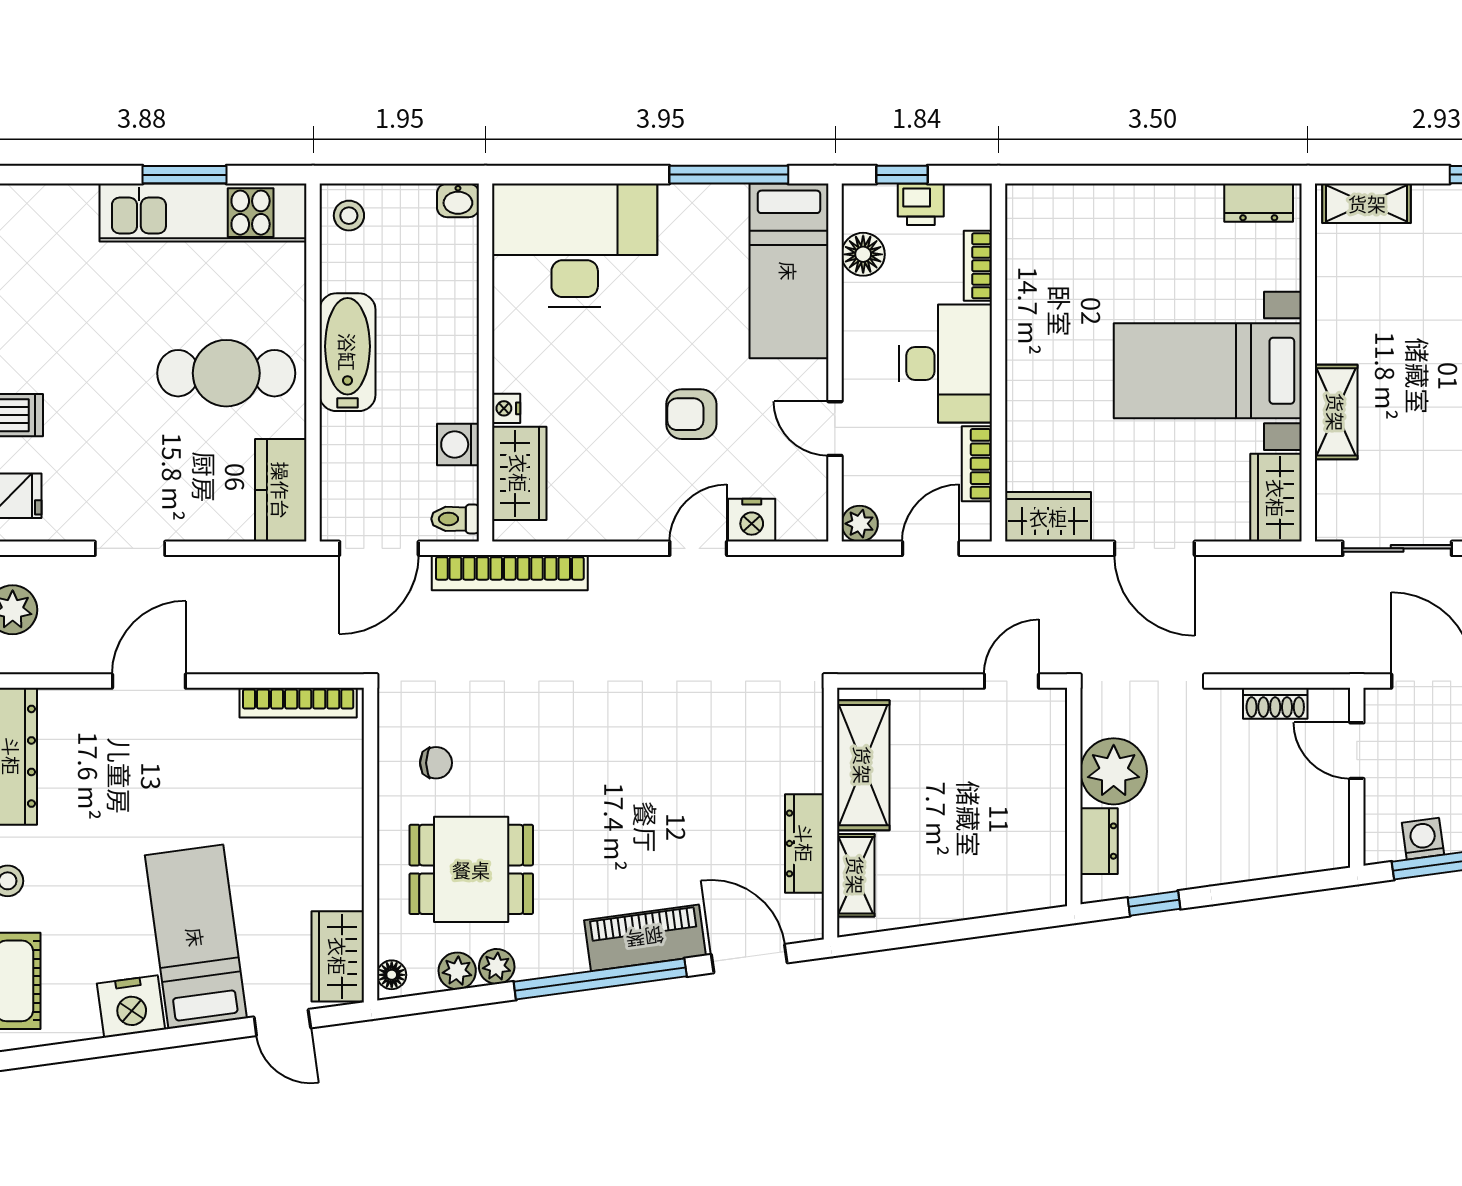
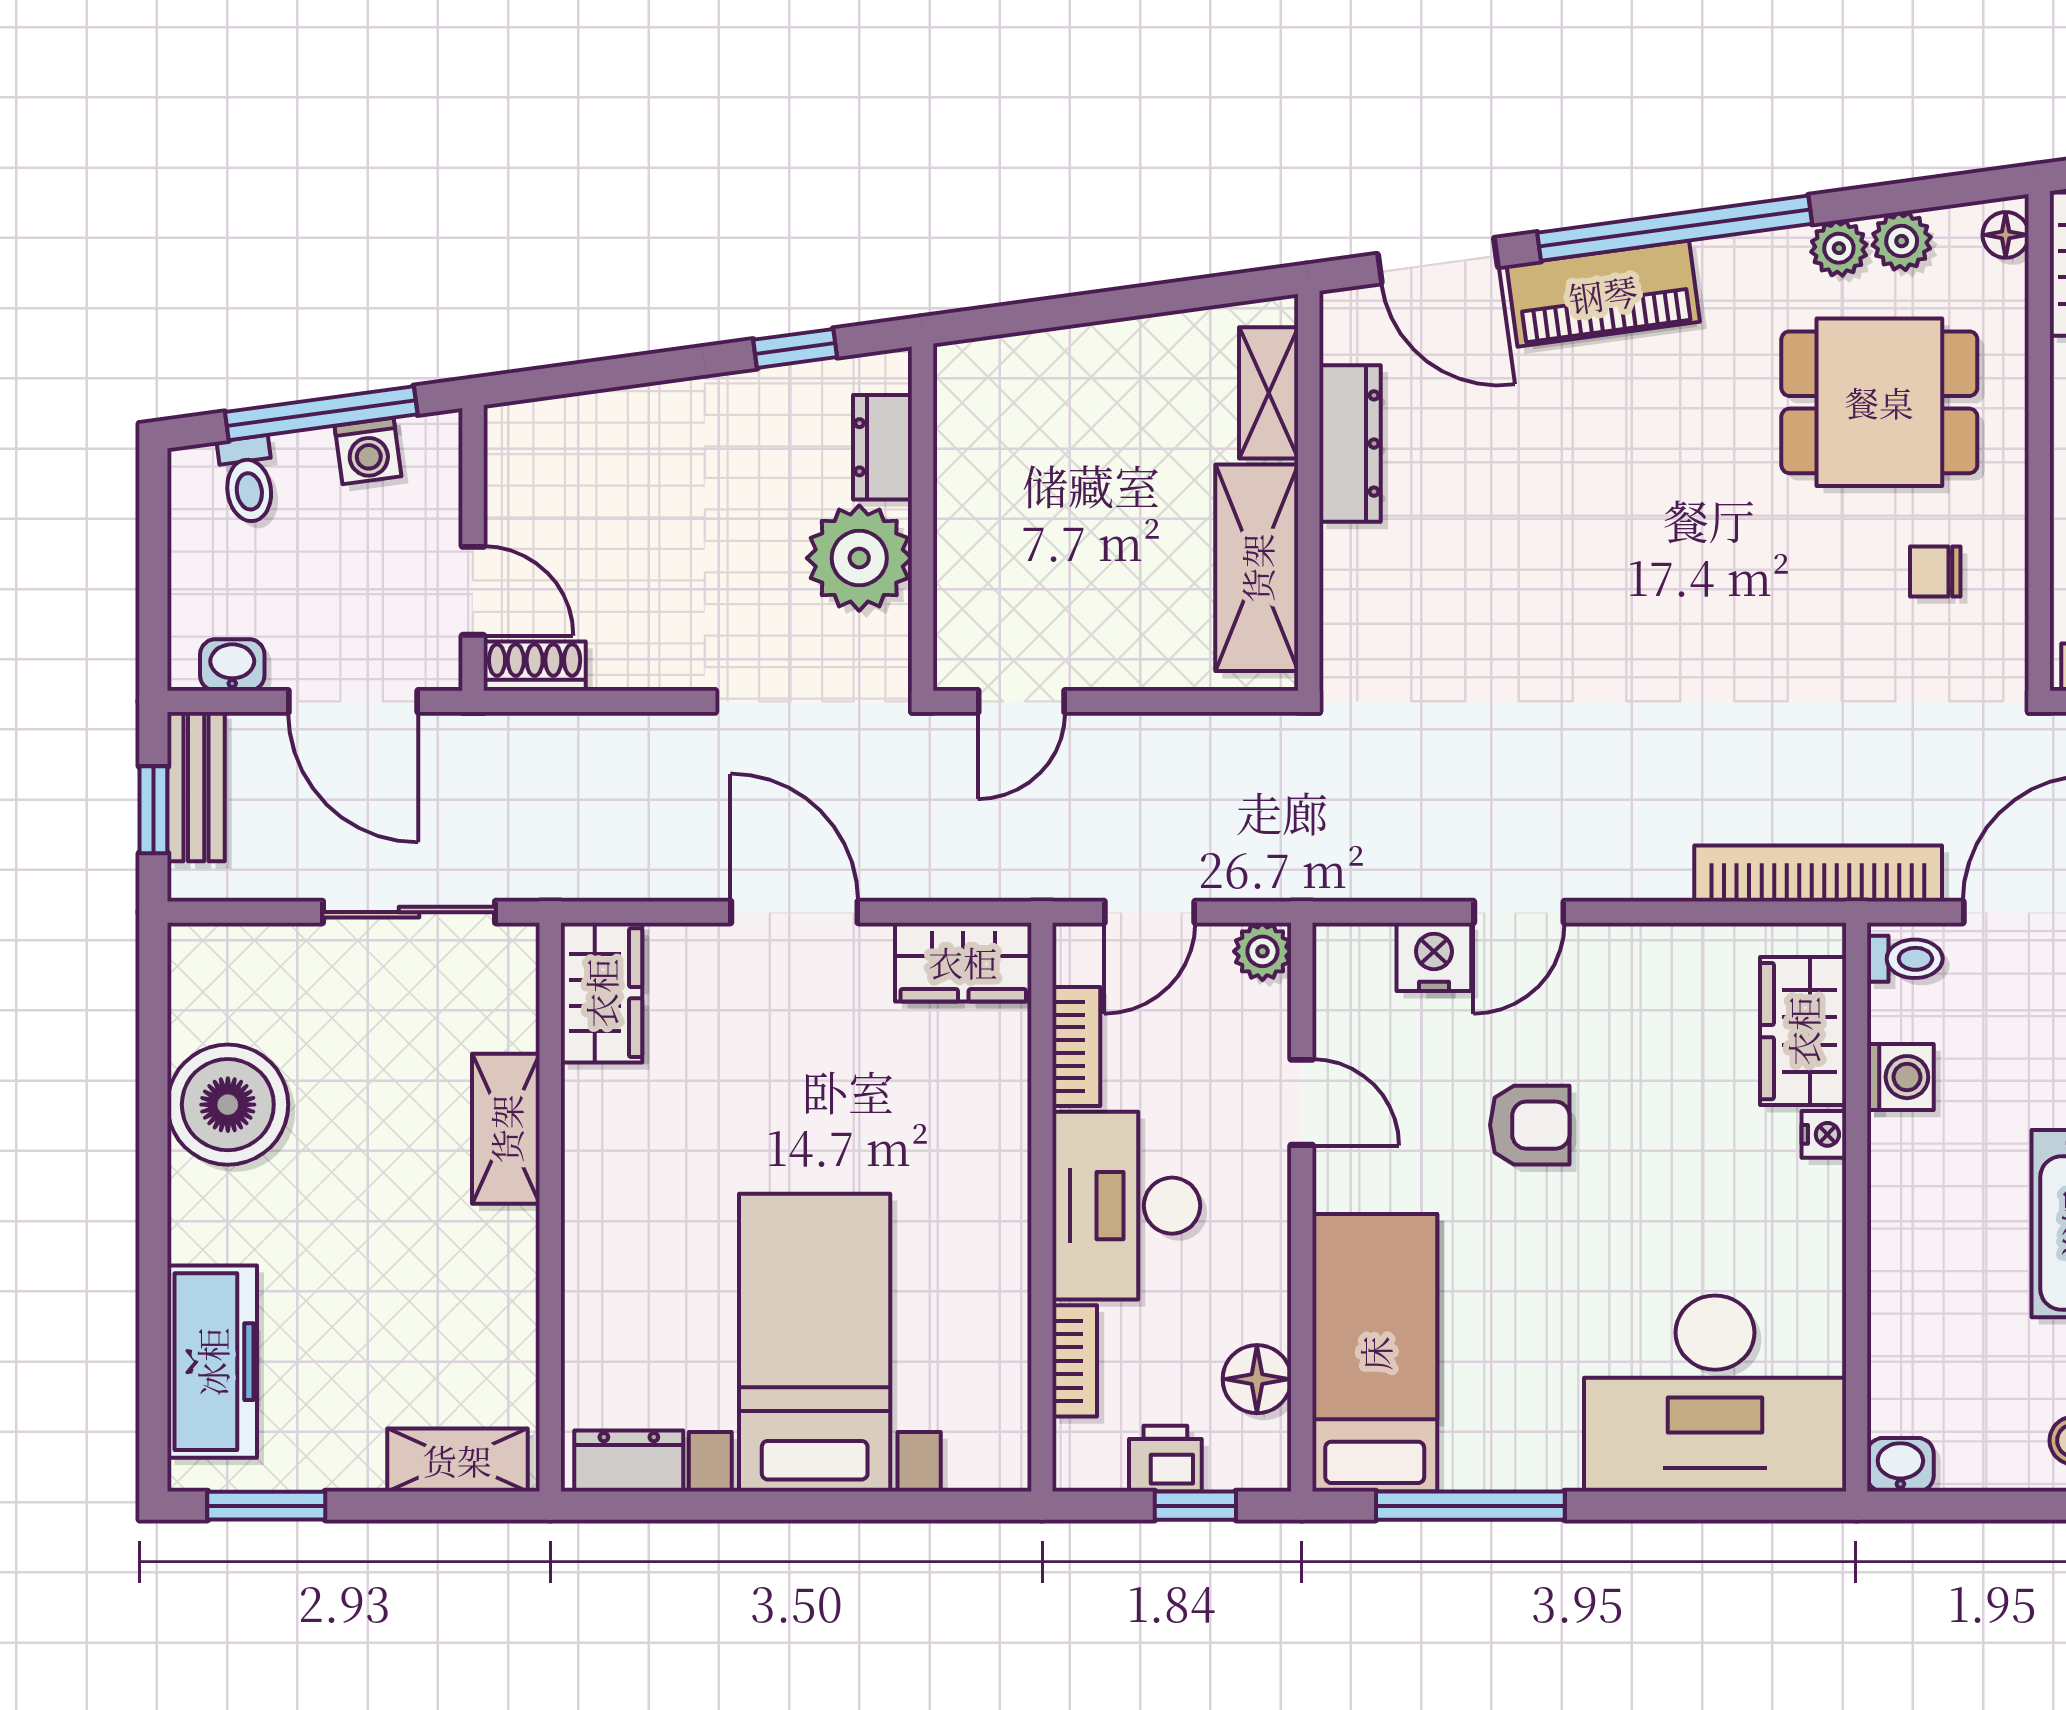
bed with nightstands: (1208, 371) -> (815, 1343), moved, turned -90
shoe rack: (1275, 703) -> (535, 666), moved

